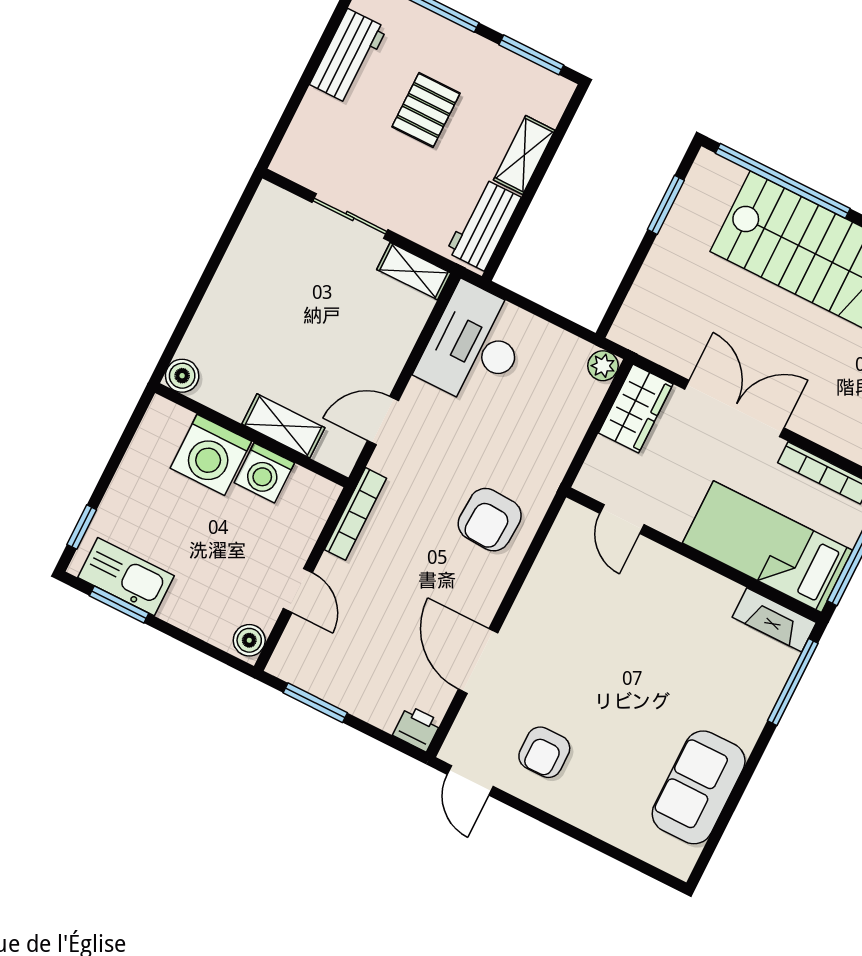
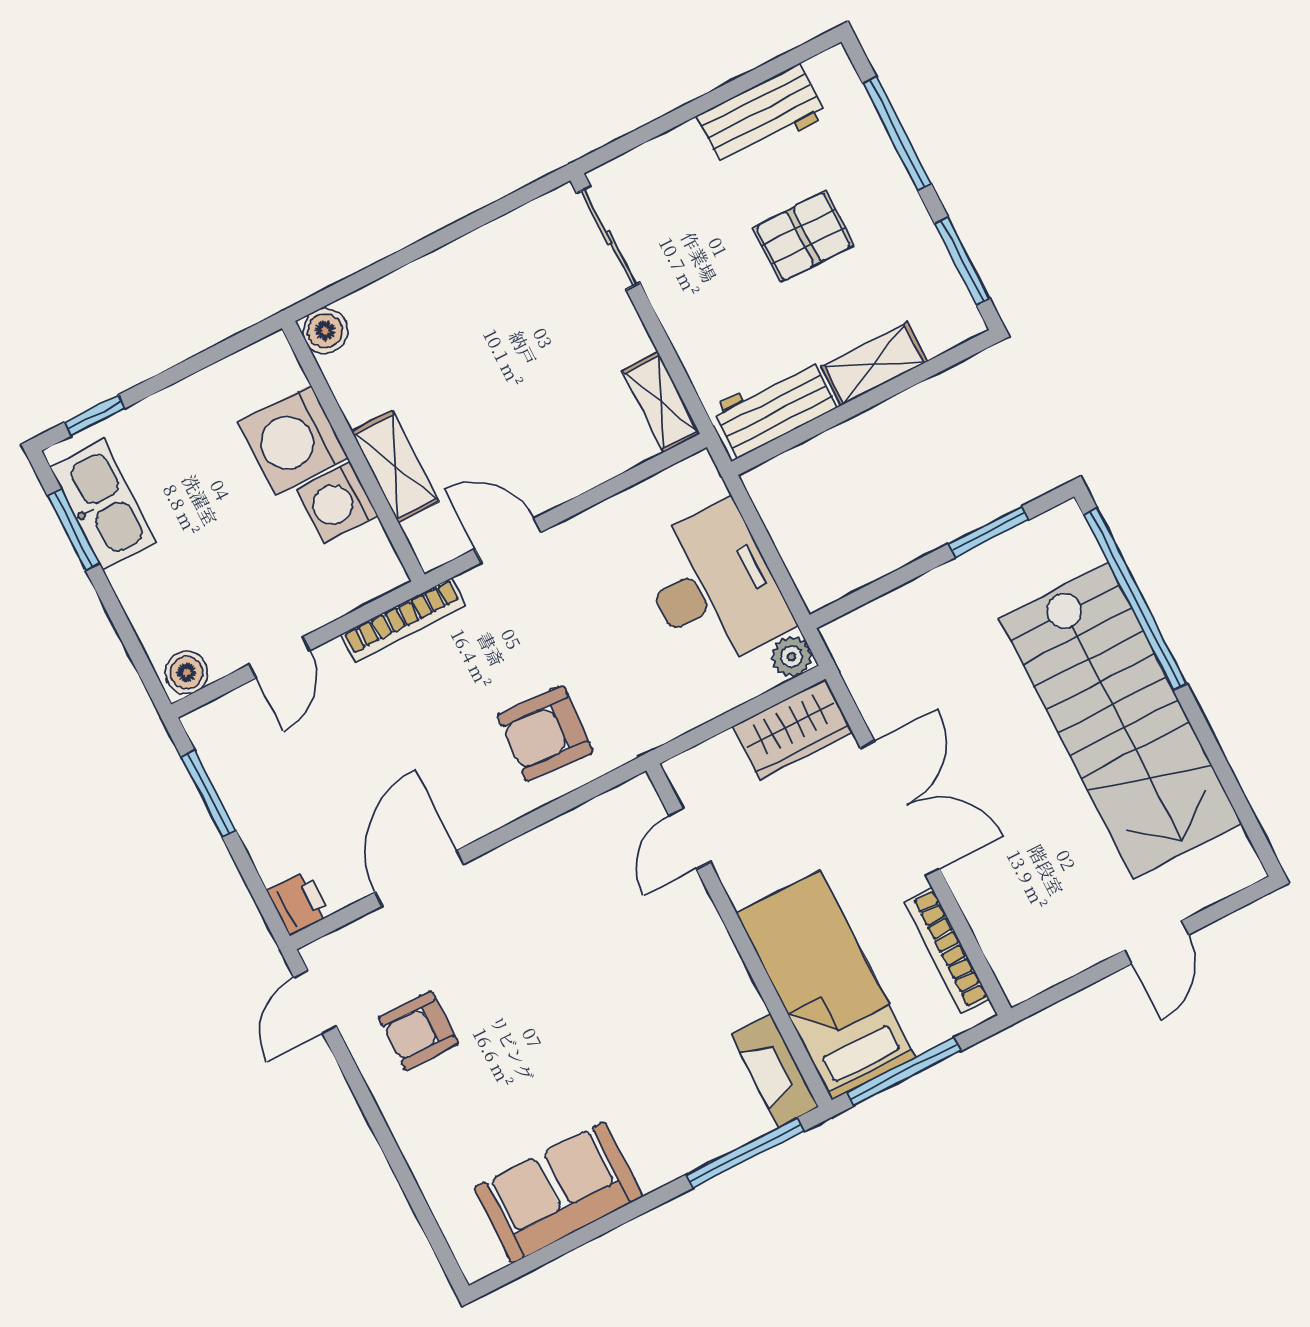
sliding door: (350, 216) -> (608, 238), moved
desk: (475, 345) -> (714, 587), moved, turned 90

